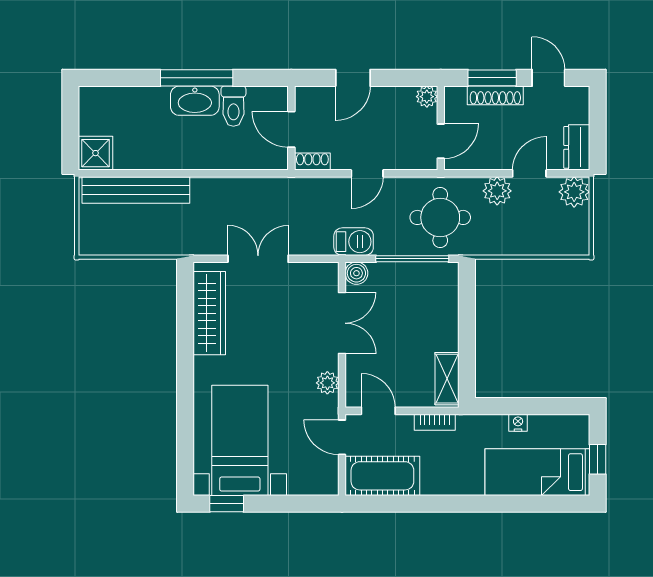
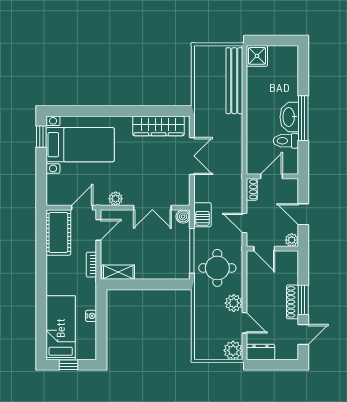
plant: (427, 97) -> (292, 240), moved
wall: (441, 128) -> (272, 249), moved
door: (441, 141) -> (264, 249), moved

